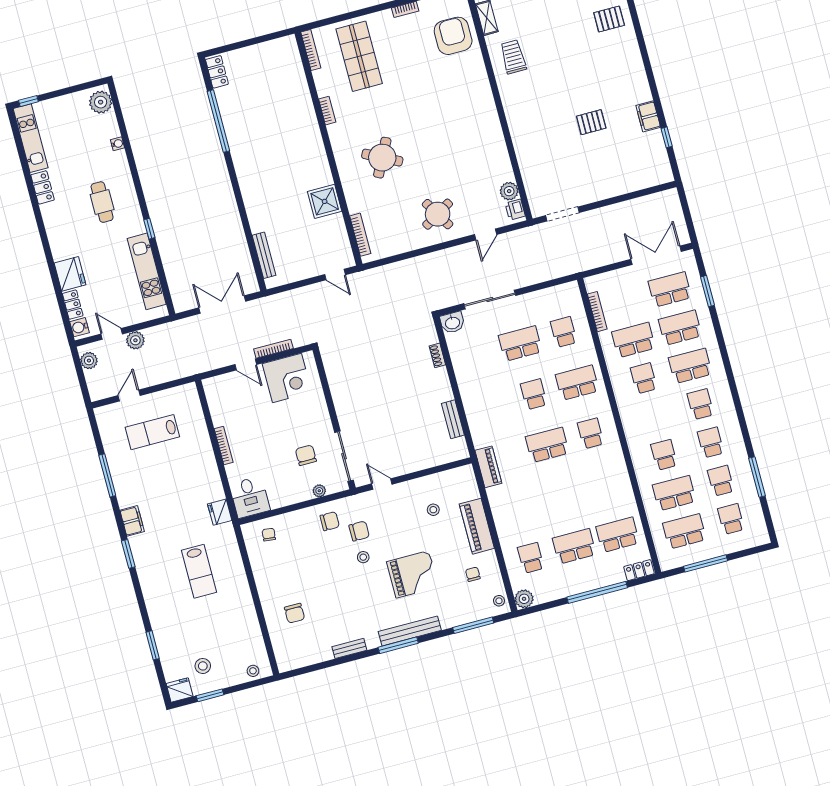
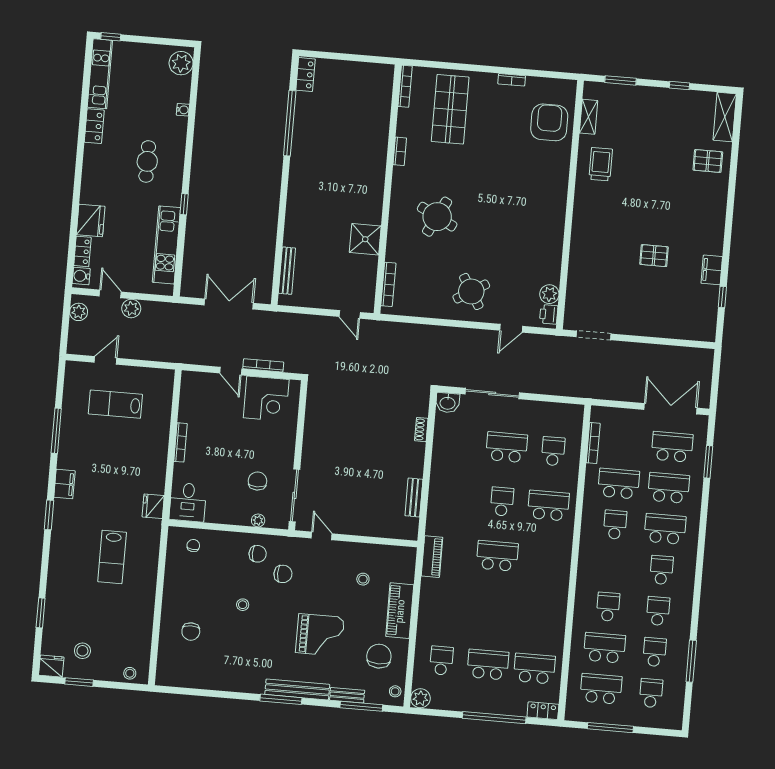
school desk: (591, 433) -> (544, 560), removed
stool: (363, 557) -> (243, 605), moved
chair: (473, 574) -> (379, 656), width x1.87, depth x1.87
bench: (349, 648) -> (347, 695), moved

